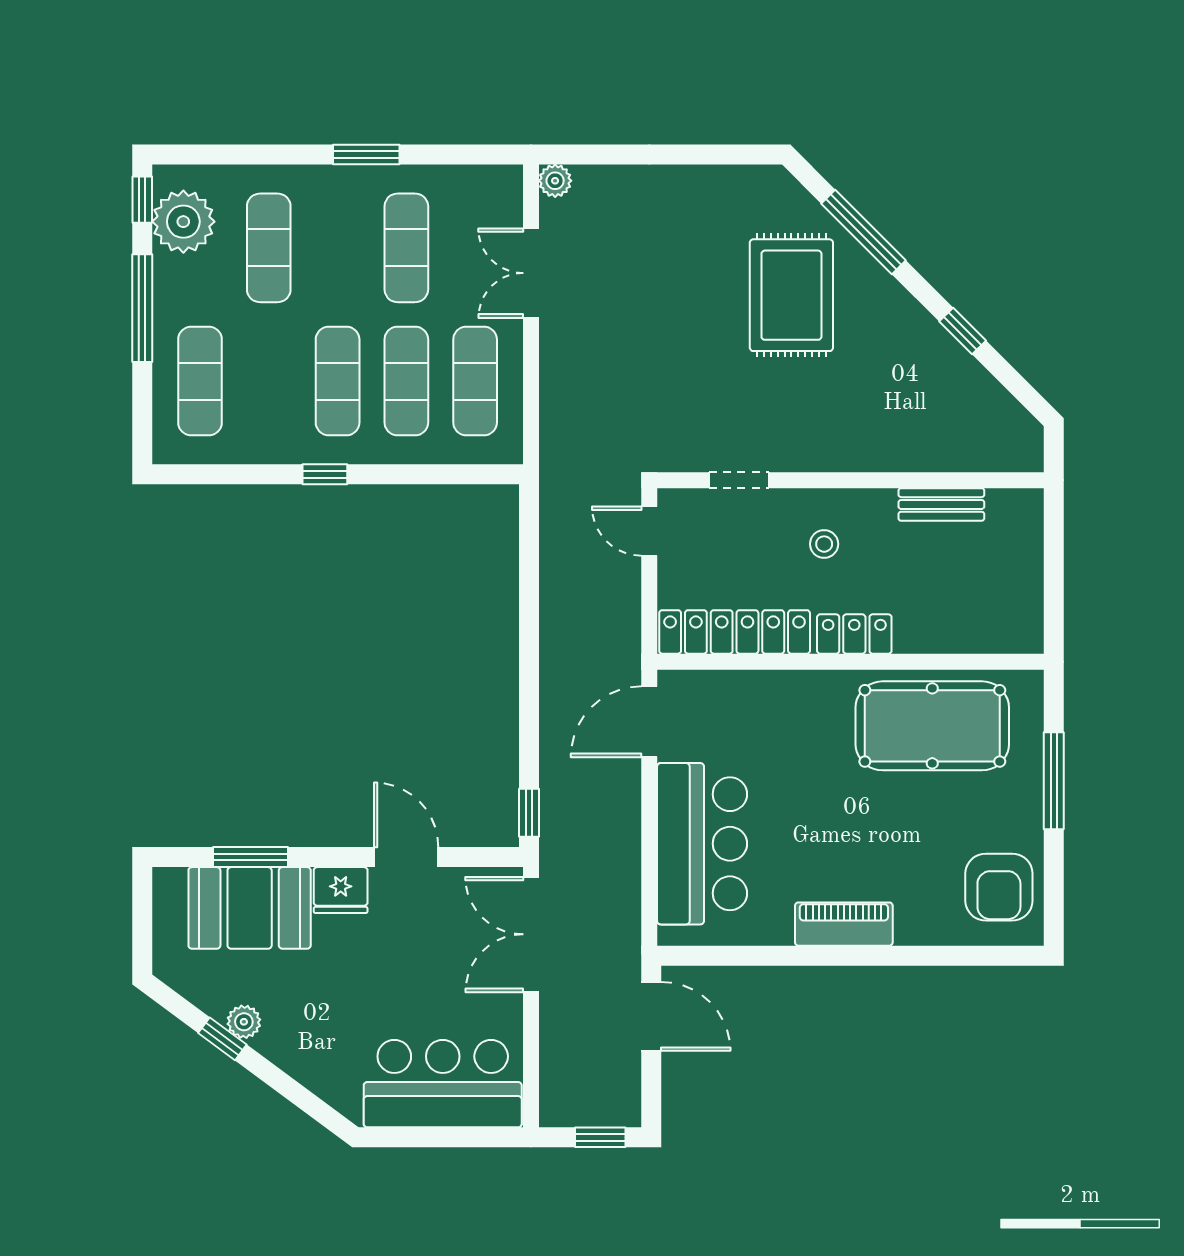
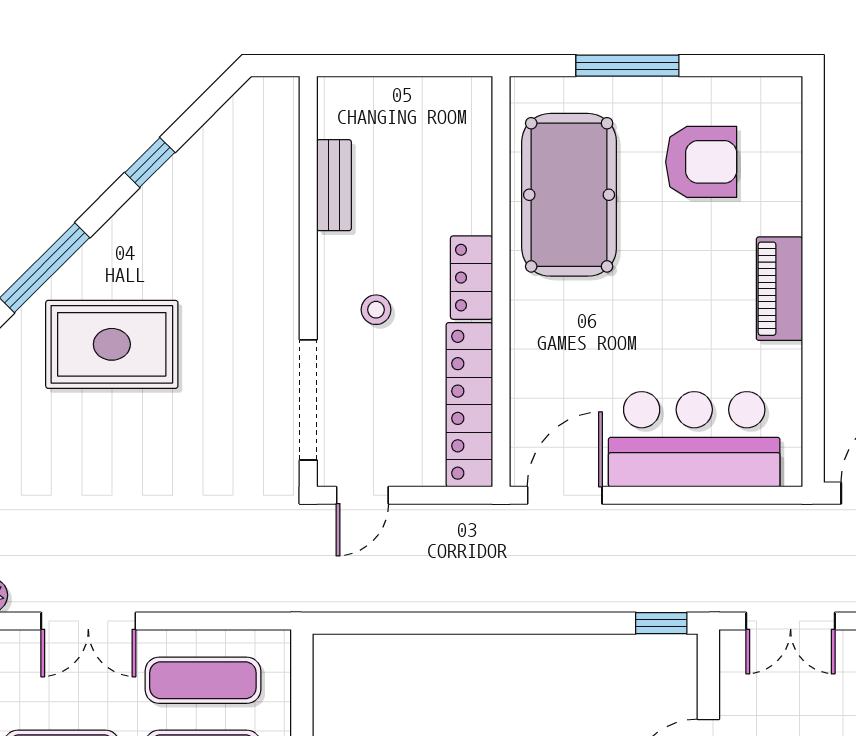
doorway: (739, 480) -> (308, 400), width x1.88
door: (649, 722) -> (565, 495), swing flipped
armchair: (999, 887) -> (701, 162), moved
double door: (531, 934) -> (791, 621), width x0.73

